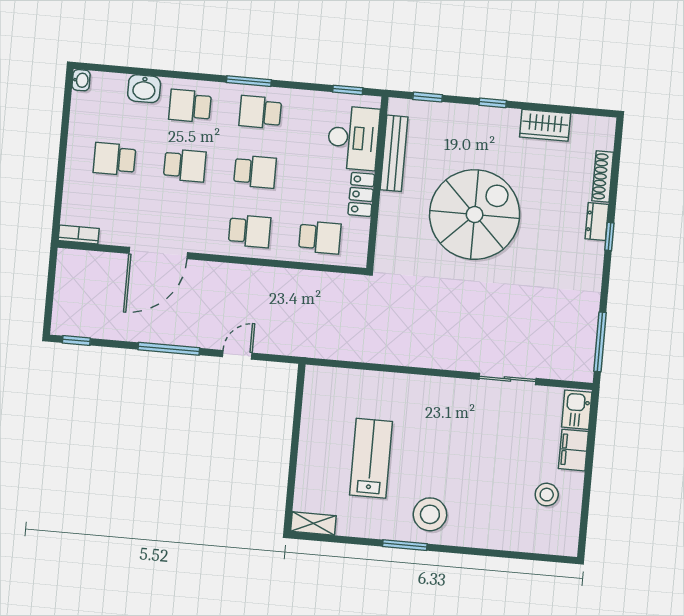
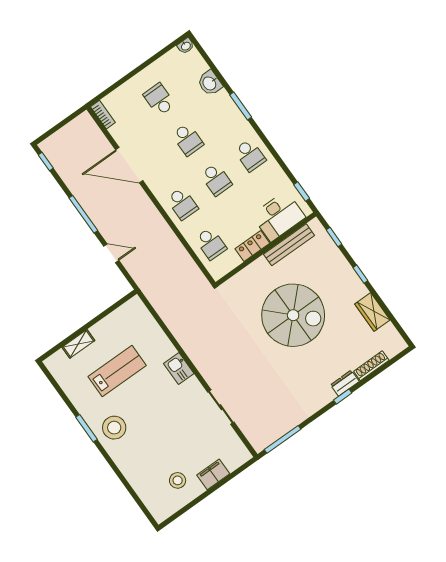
window: (249, 81) -> (241, 106), moved
school desk: (190, 106) -> (221, 115), removed
school desk: (260, 112) -> (250, 155), turned 180
kitchen sink: (577, 410) -> (179, 369), moved, turned -90
shelving: (313, 523) -> (78, 344), moved, turned 90

